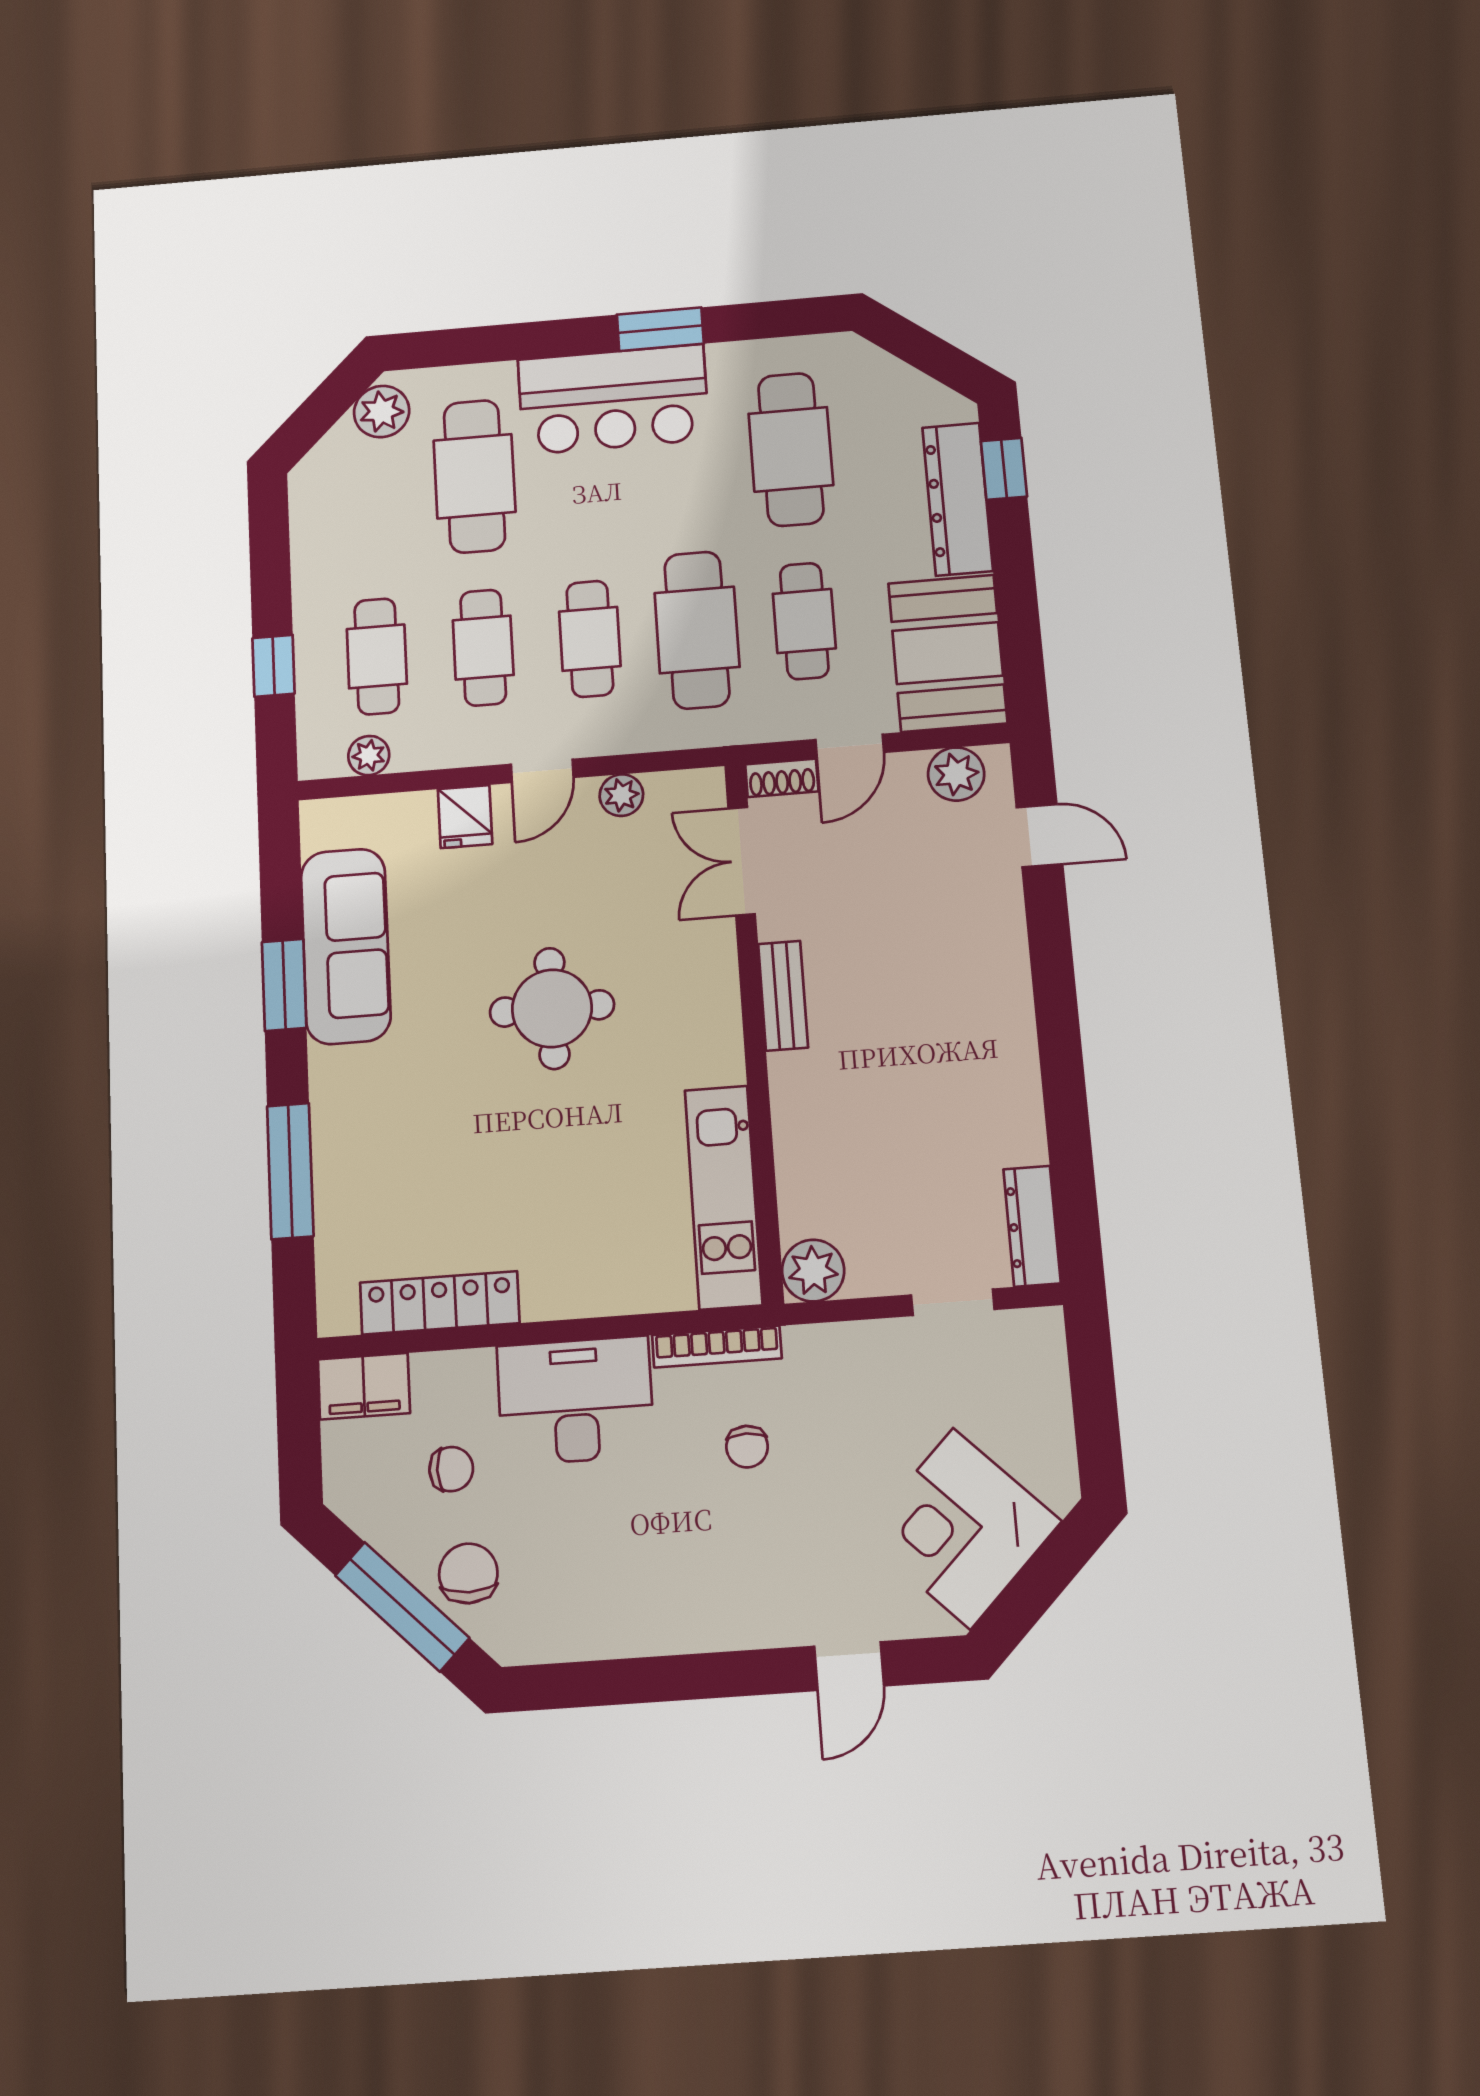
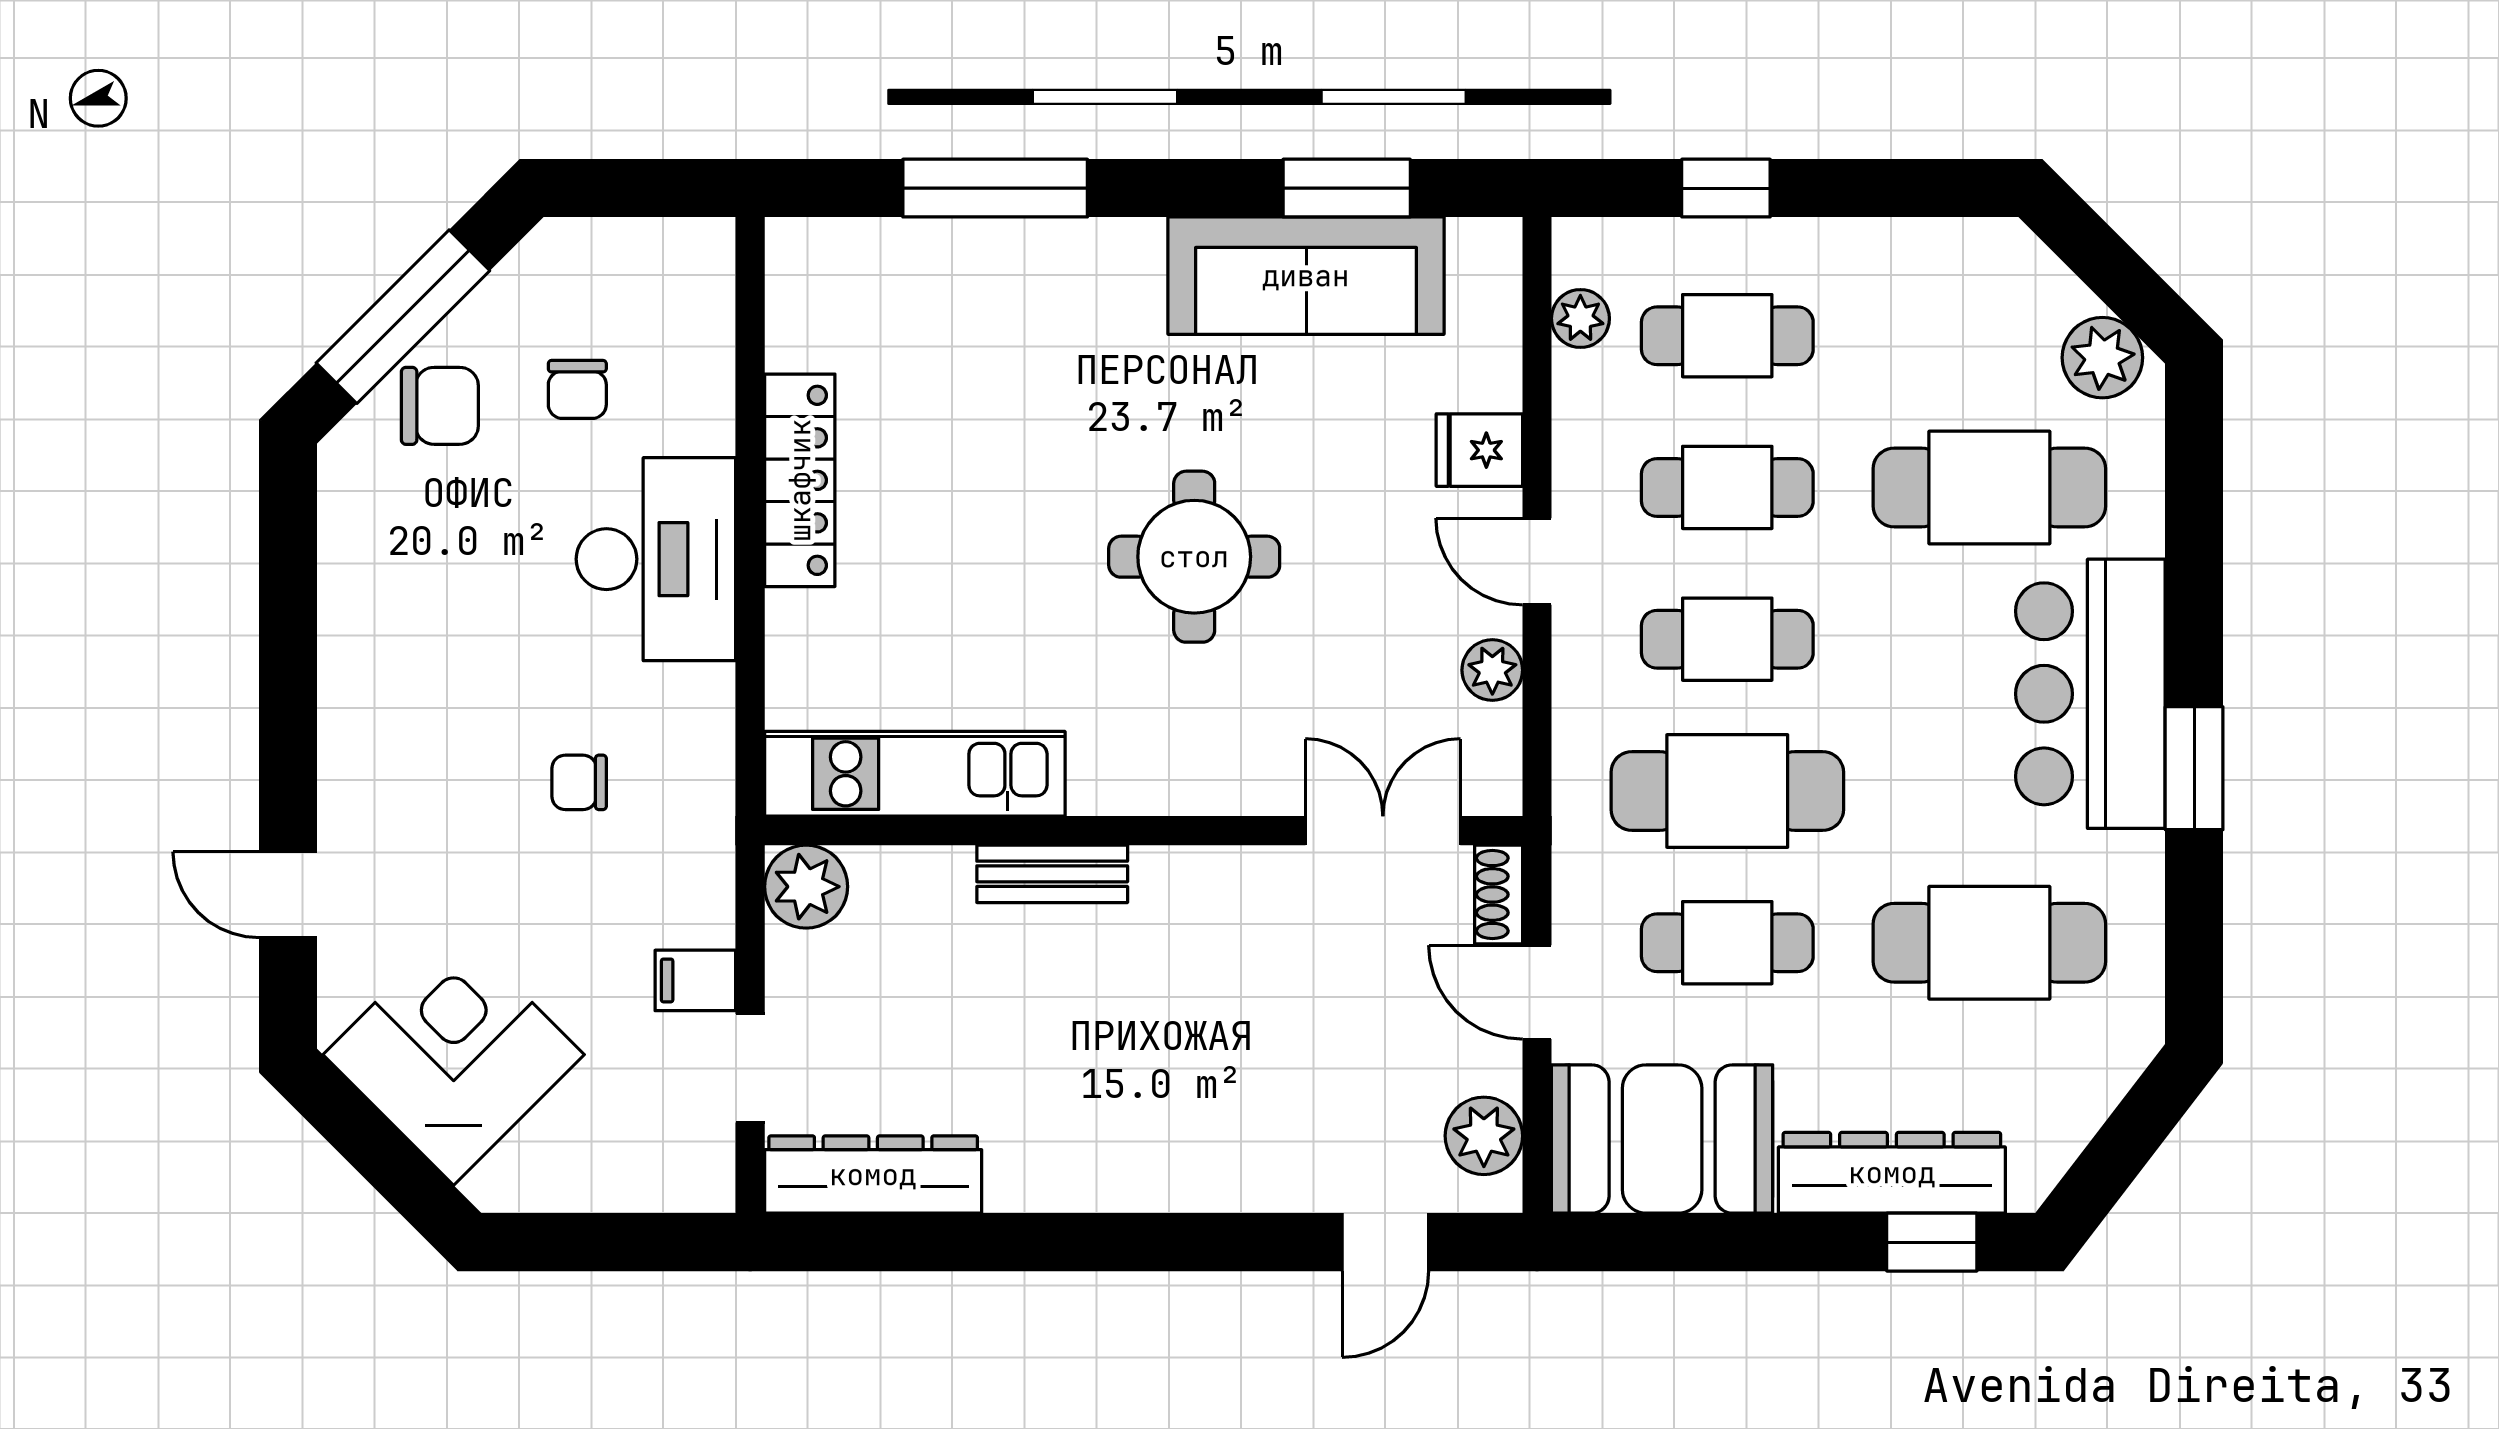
window: (284, 985) -> (1347, 188), moved
bench: (783, 996) -> (1052, 874), moved
dresser: (1032, 1226) -> (873, 1175), width x1.37, depth x1.24
locker: (440, 1303) -> (800, 480), moved
bookcase: (717, 1347) -> (714, 751), removed
filing cabinet: (364, 1386) -> (695, 980), moved, width x0.50

